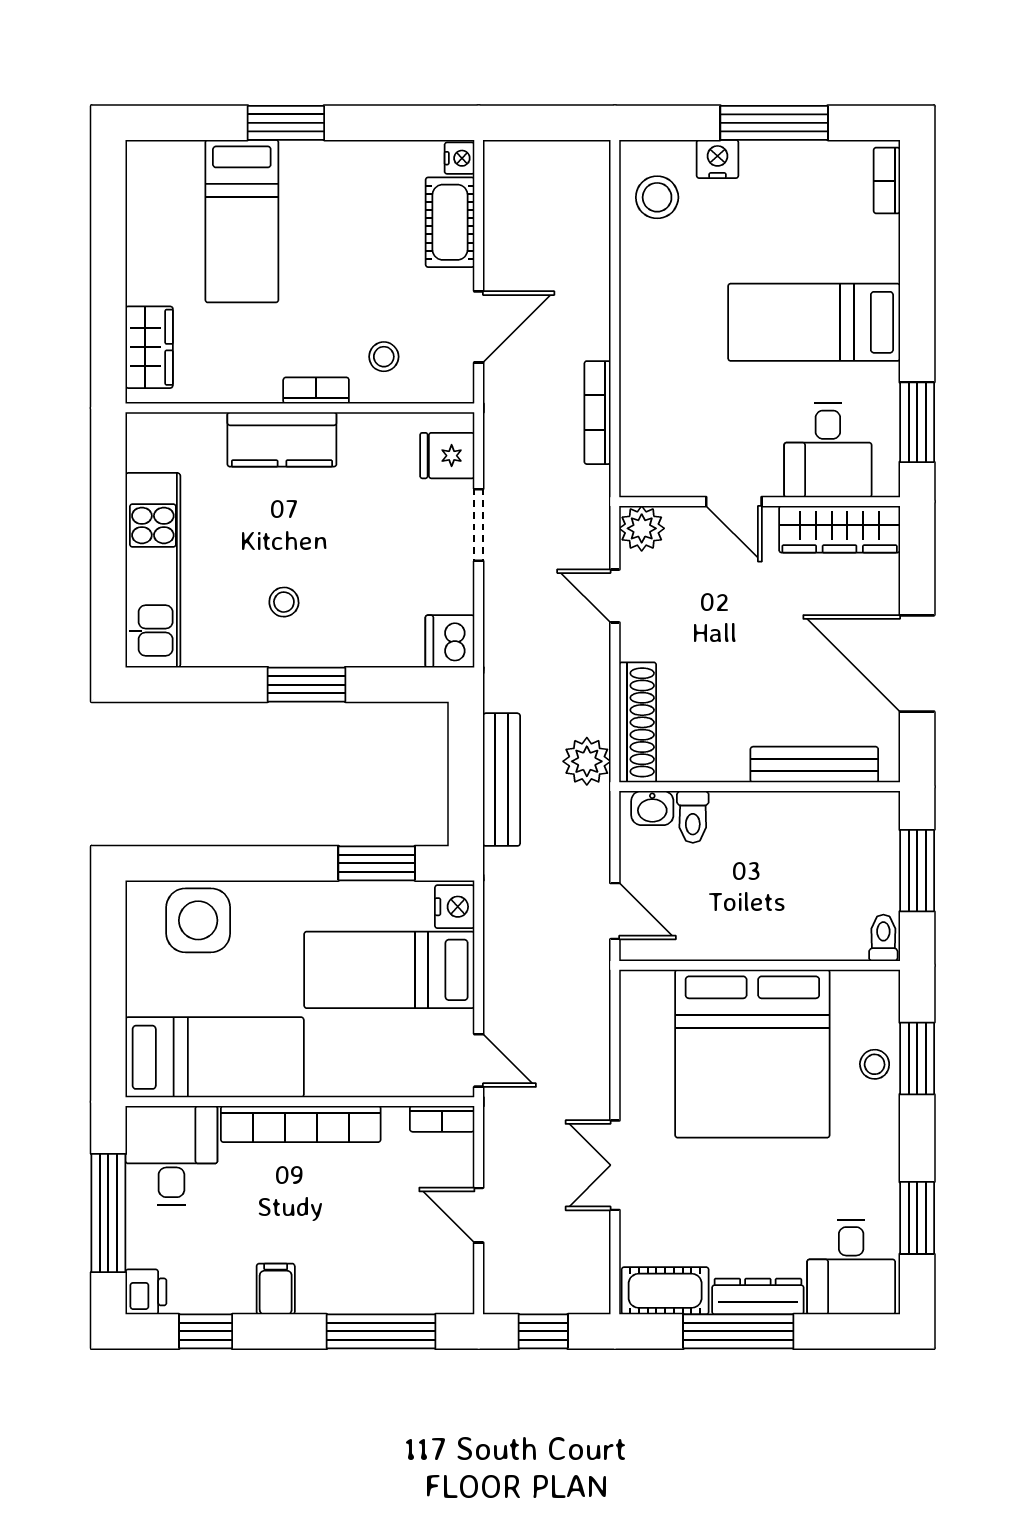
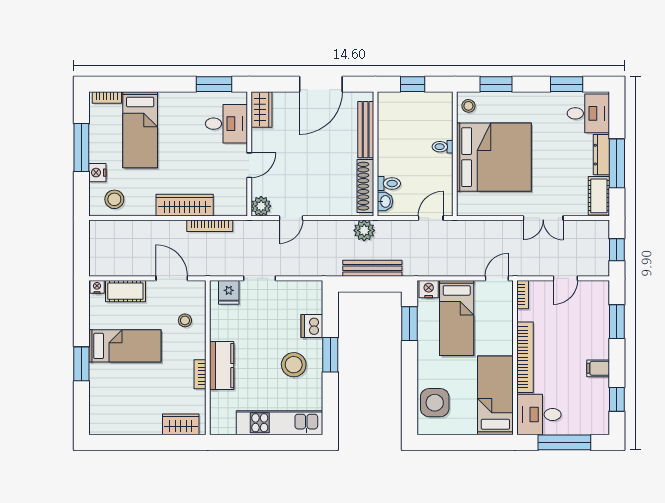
bed: (242, 221) -> (125, 346), moved
bed: (814, 322) -> (140, 130), moved
wardrobe: (644, 356) -> (185, 205), added
bookcase: (316, 391) -> (200, 374), moved
wardrobe: (840, 529) -> (261, 110), width x0.67
stool: (284, 602) -> (294, 365), width x1.89, depth x1.89
dishwasher: (450, 641) -> (312, 326), moved, turned 90
shoe rack: (638, 722) -> (365, 186), moved, turned -90
window: (917, 871) -> (413, 84), width x0.67
toilet: (883, 938) -> (443, 147), moved
stool: (875, 1064) -> (468, 106), moved
printer: (146, 1292) -> (599, 426), removed
window: (381, 1331) -> (617, 322), width x0.69

